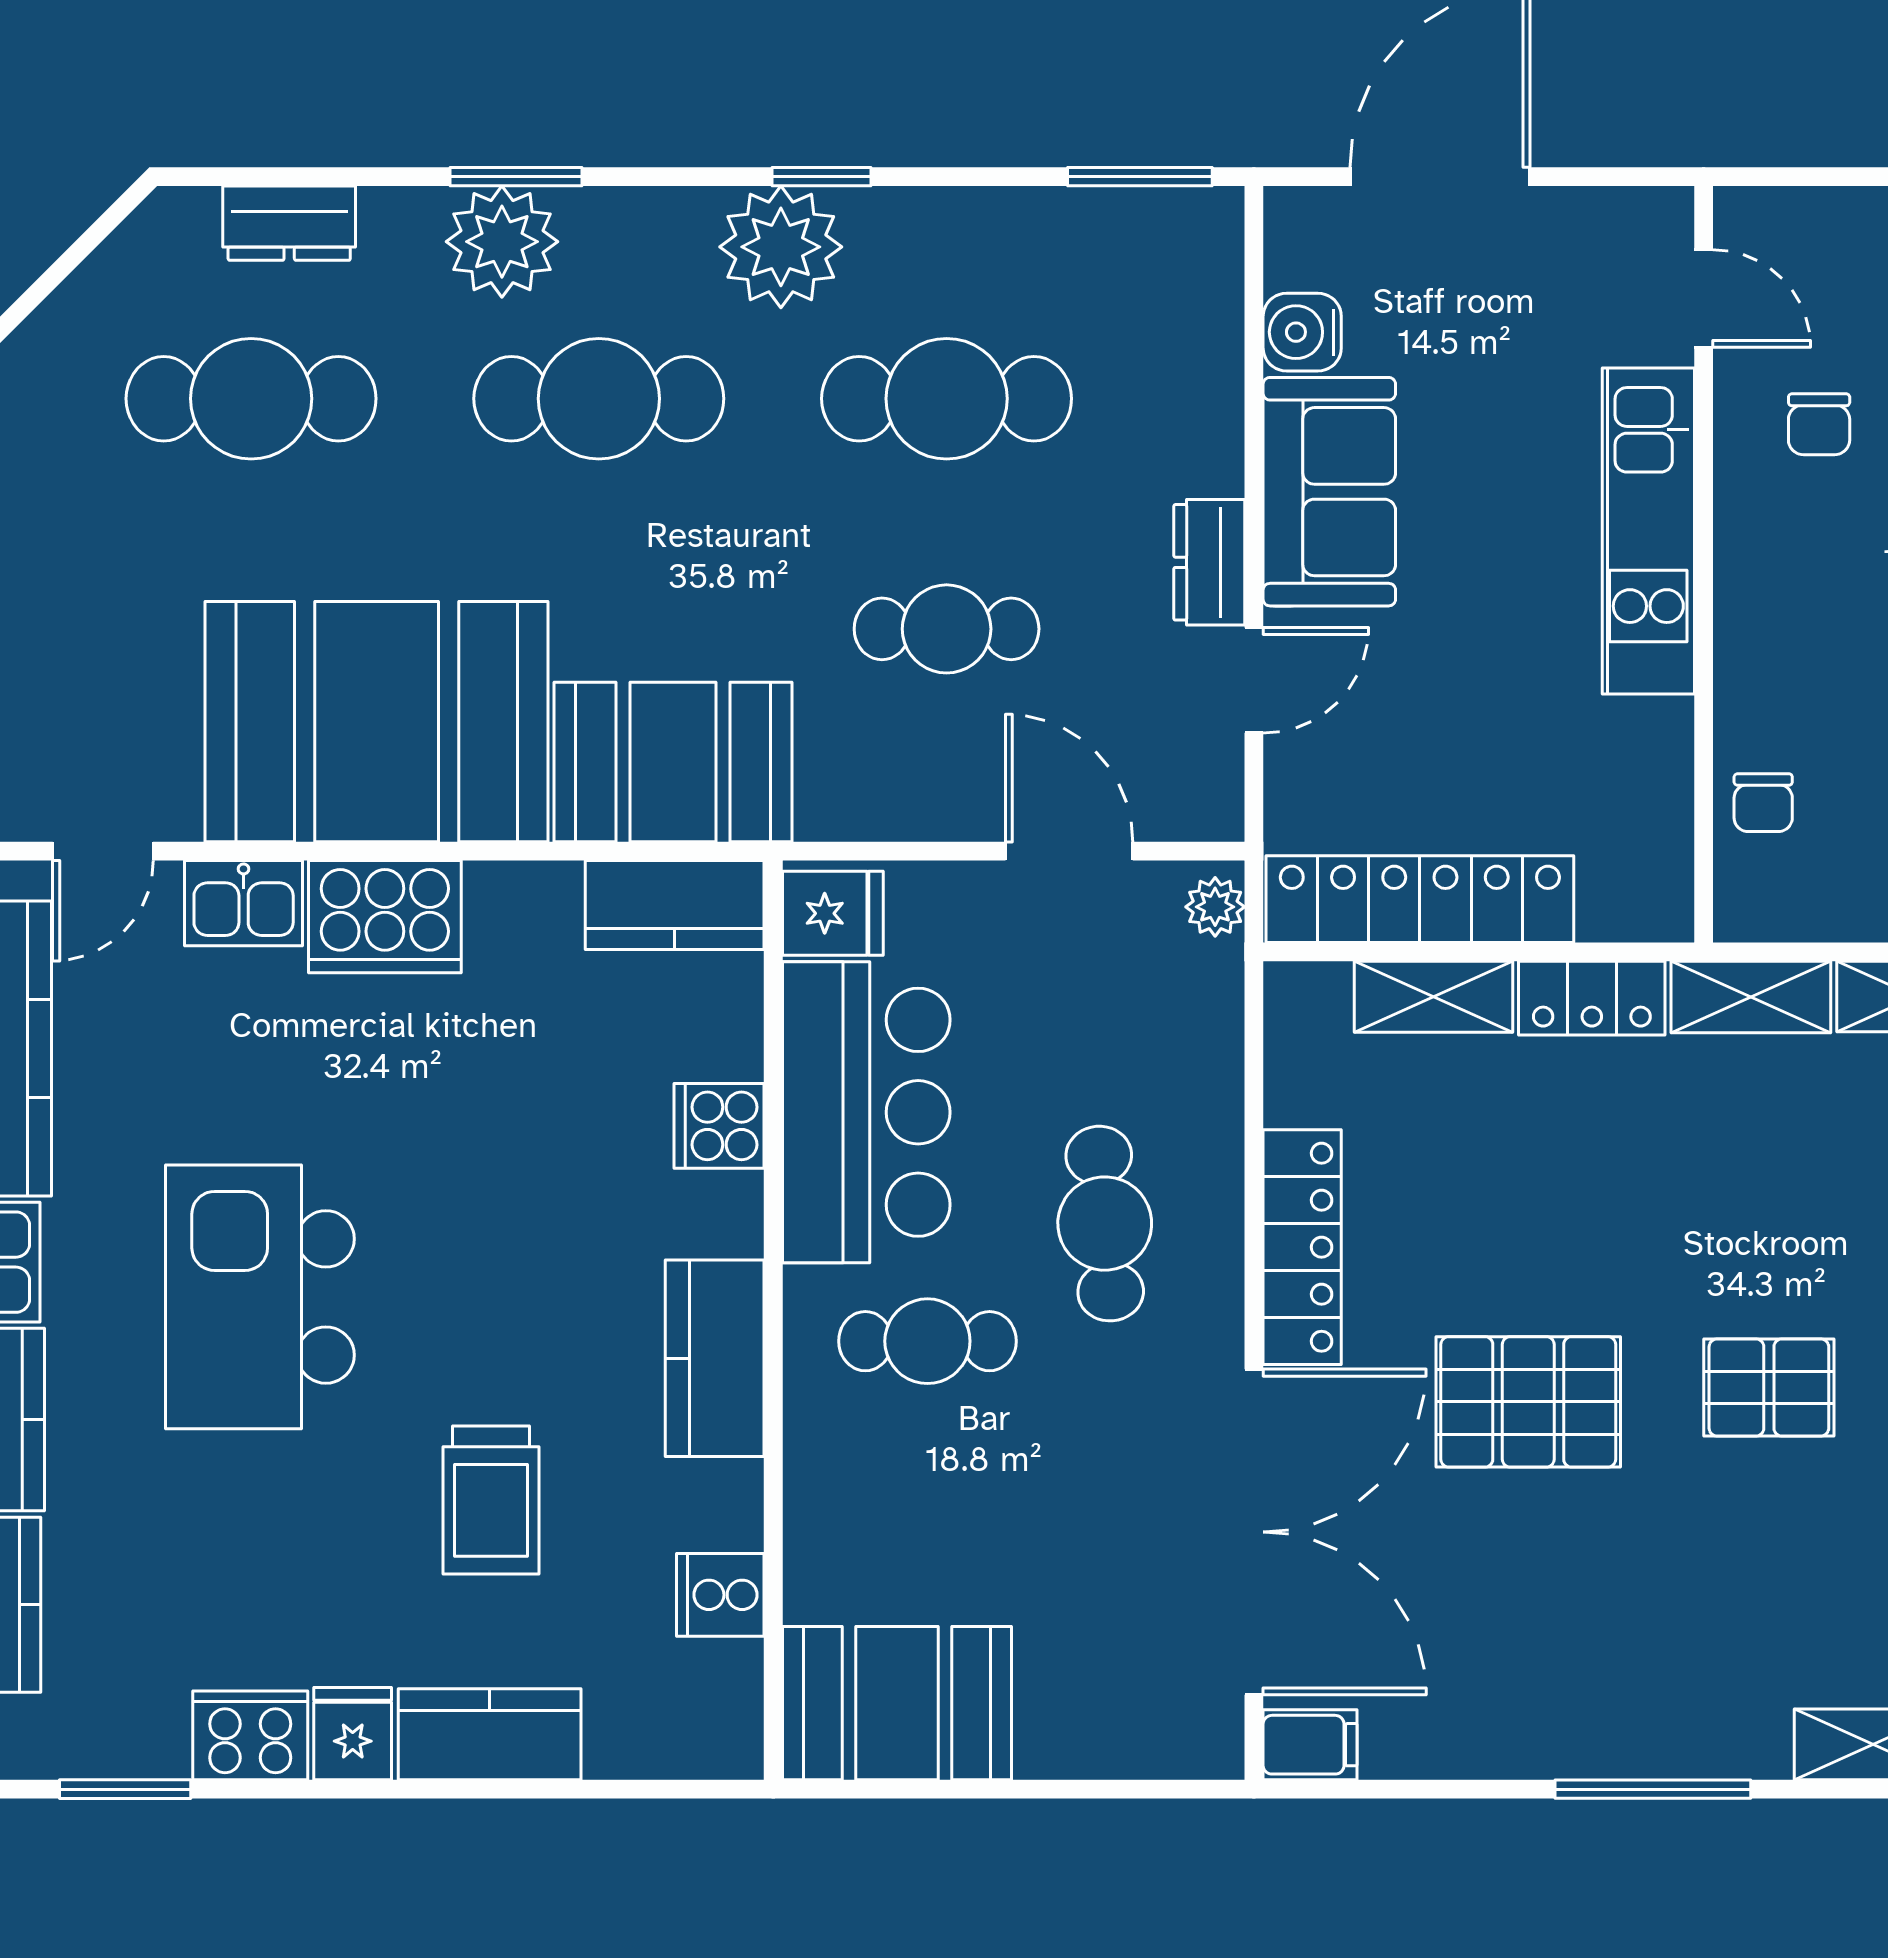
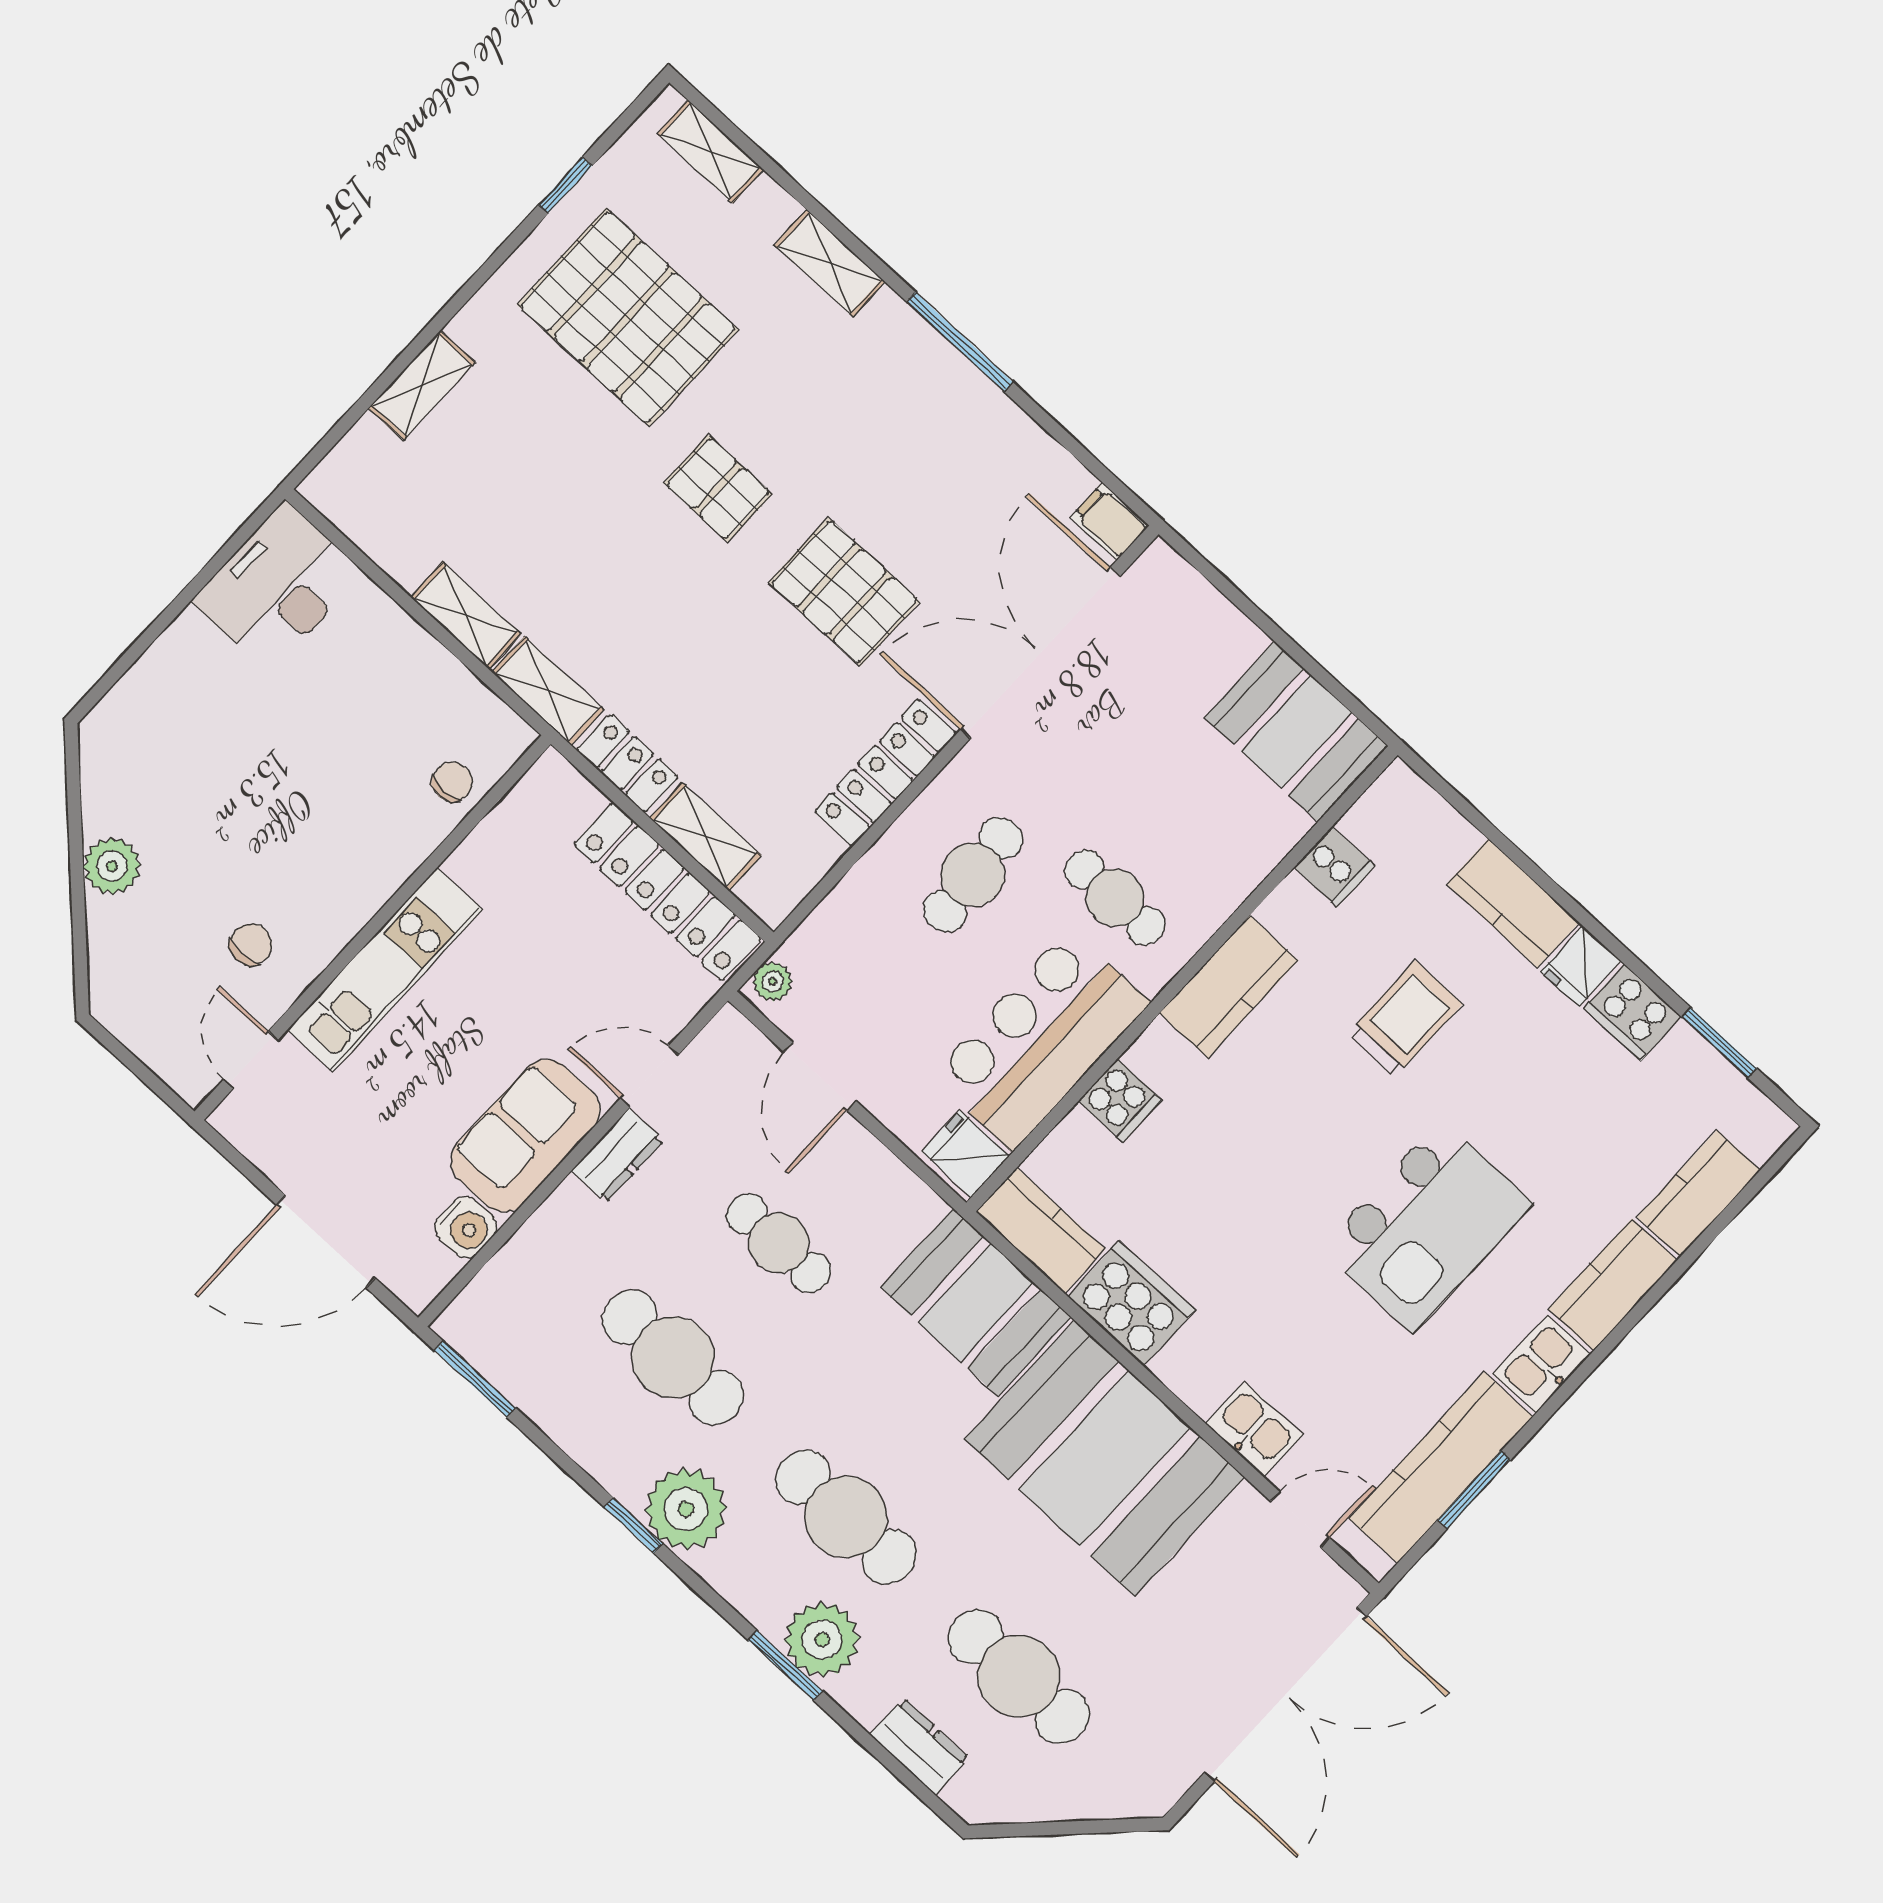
cooker: (385, 917) -> (1131, 1303), moved

